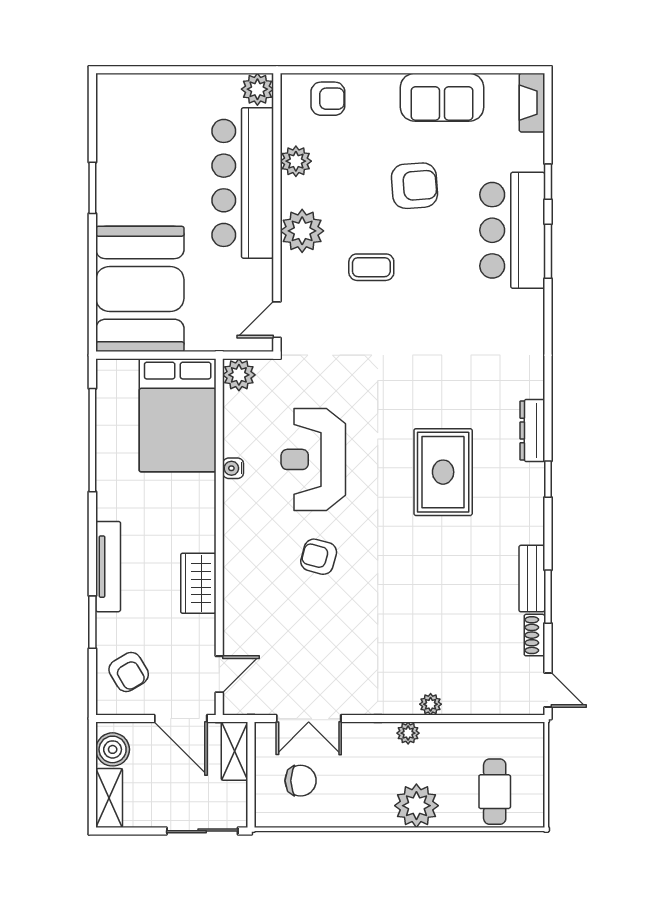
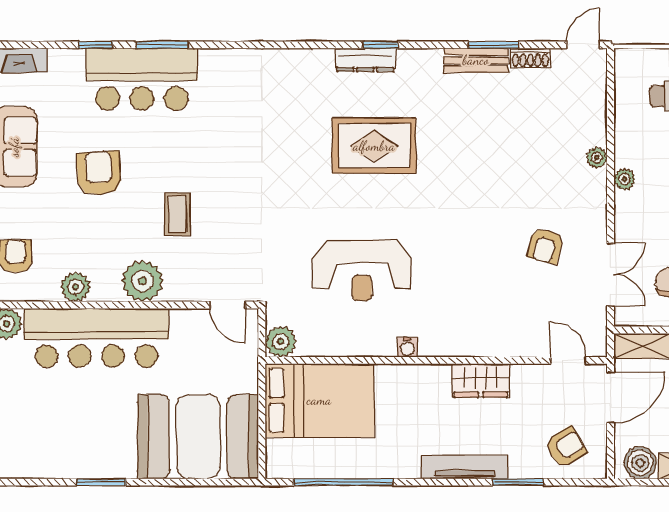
dresser: (532, 430) -> (365, 60), moved
water cooler: (233, 468) -> (407, 347), moved
armchair: (319, 557) -> (545, 246), moved

